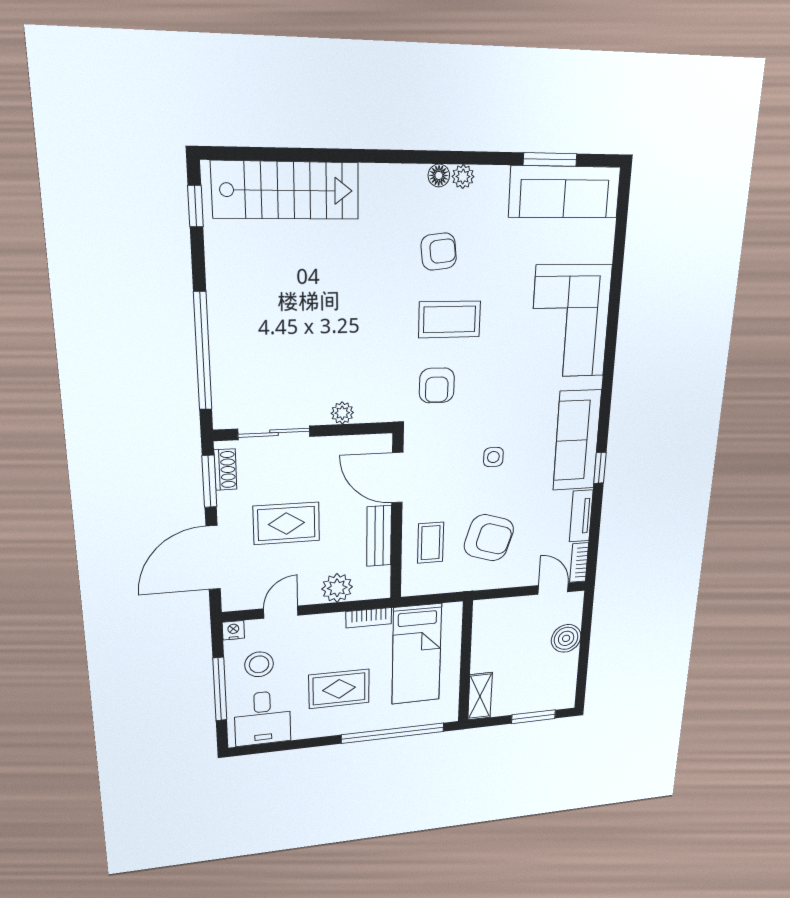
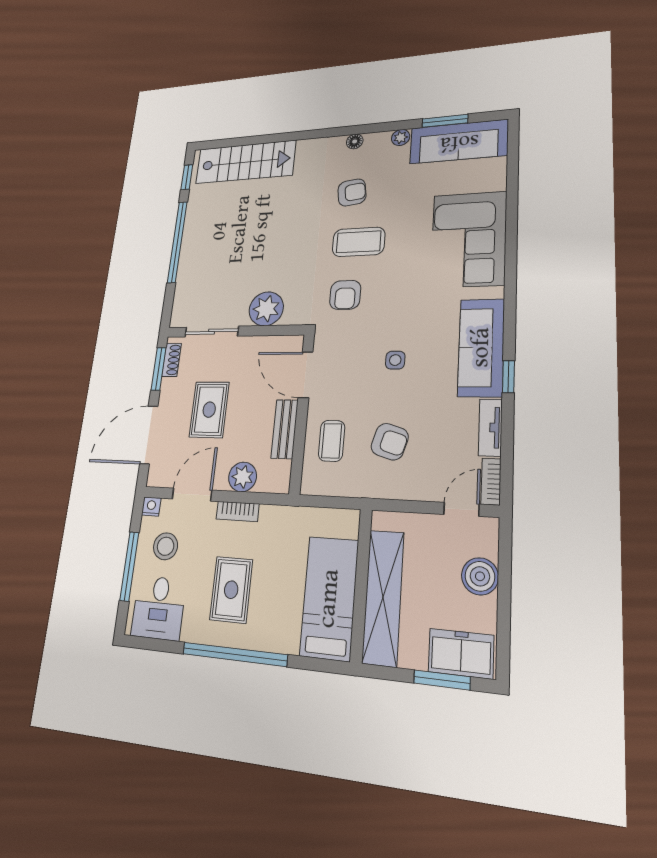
plant: (463, 177) -> (401, 137), moved
window: (203, 351) -> (177, 242), moved
plant: (342, 413) -> (266, 309), width x1.88, depth x1.88
rug: (286, 523) -> (209, 410), turned 90
armchair: (489, 538) -> (390, 442), width x0.72, depth x0.72
door: (553, 589) -> (461, 509), hinge flipped
door: (281, 612) -> (192, 494), width x1.38
bookcase: (369, 618) -> (238, 511), moved
bed: (417, 654) -> (329, 598), moved, turned 180
rug: (339, 689) -> (231, 590), turned 90
shelving: (480, 696) -> (383, 597), width x2.20, depth x1.33
freezer: (549, 696) -> (461, 654), added
window: (393, 733) -> (234, 654), moved

